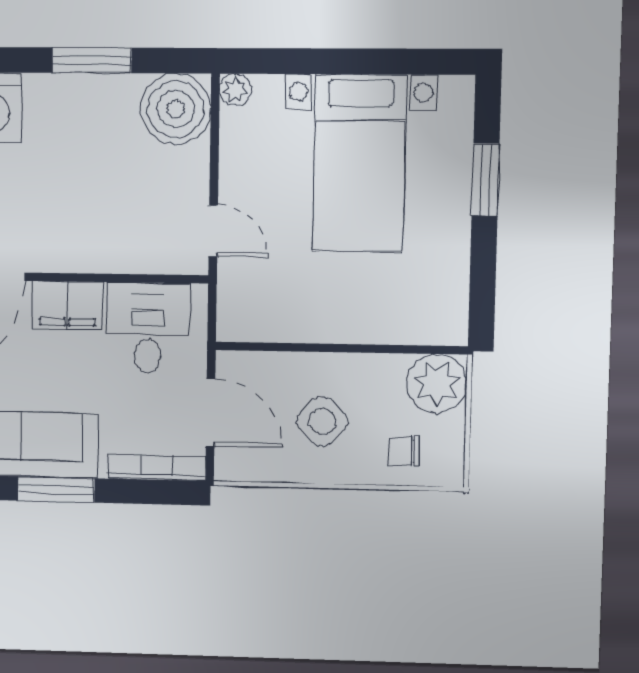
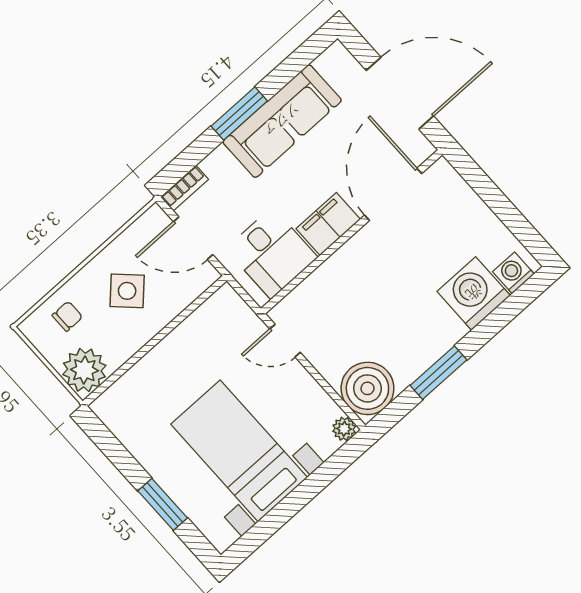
bookcase: (157, 467) -> (185, 188), width x0.64

